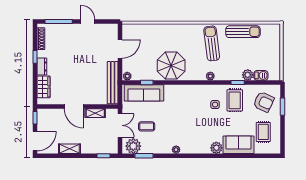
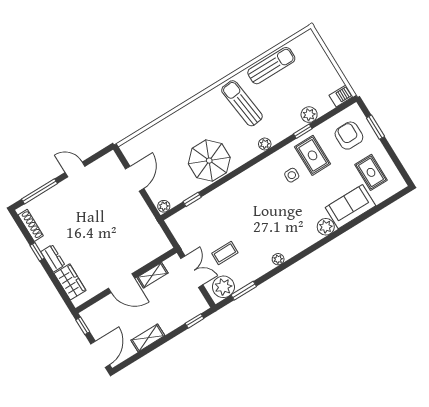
barbecue: (261, 75) -> (341, 96), moved
bench: (113, 83) -> (151, 225), removed
sofa: (144, 93) -> (197, 214), removed
armchair: (264, 102) -> (349, 136), turned -115

